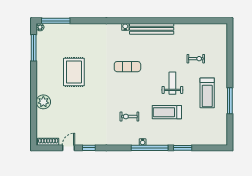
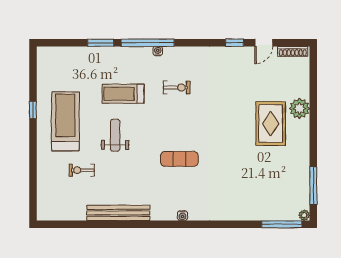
bench: (152, 29) -> (118, 213), moved
rug: (74, 72) -> (271, 124), moved
weight bench: (172, 83) -> (115, 135), turned 180
treadmill: (207, 93) -> (65, 121), width x1.37, depth x1.38
window: (230, 101) -> (33, 110), width x0.46
treadmill: (167, 112) -> (123, 94), turned 180

